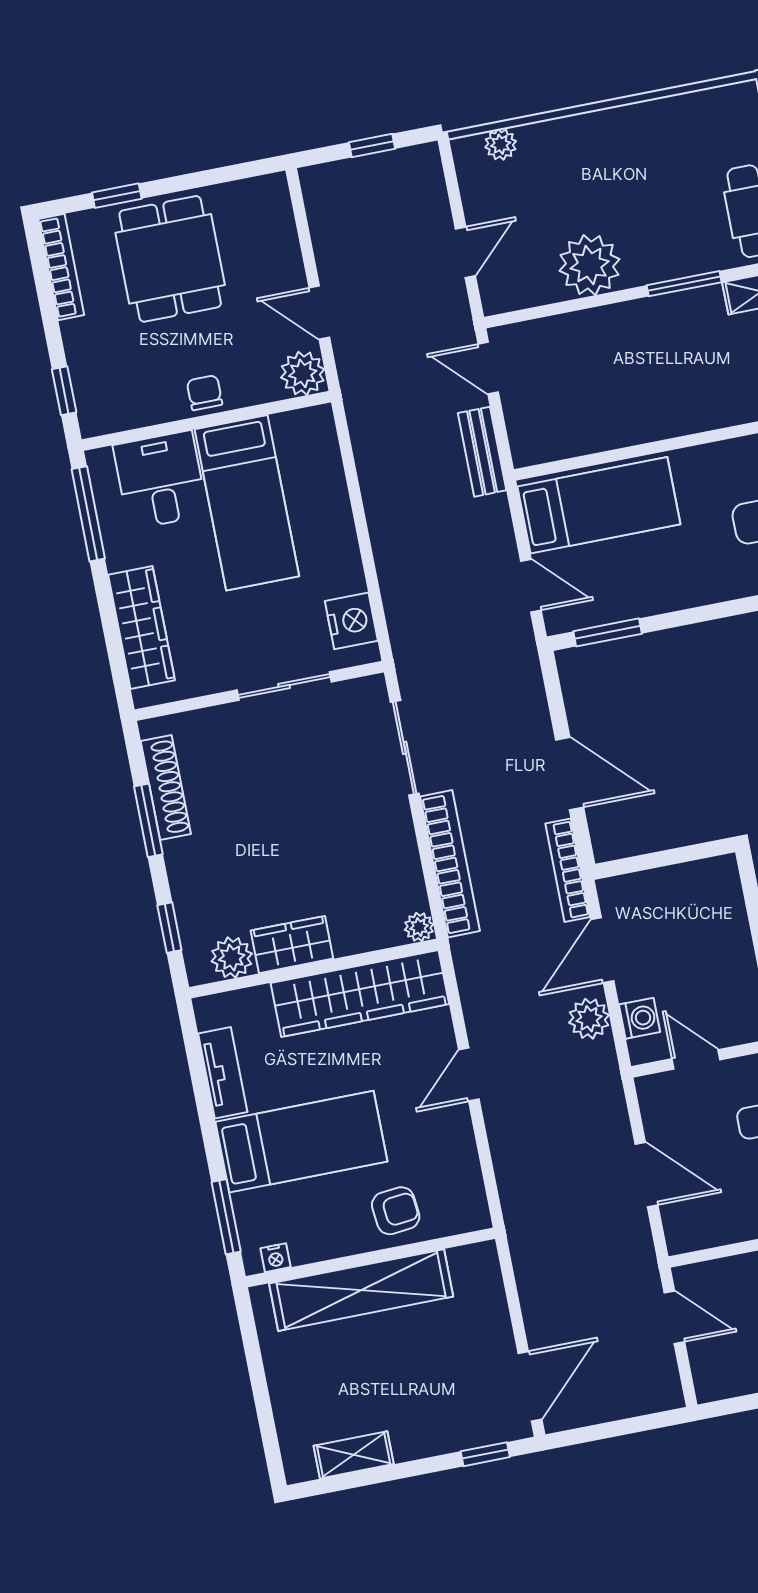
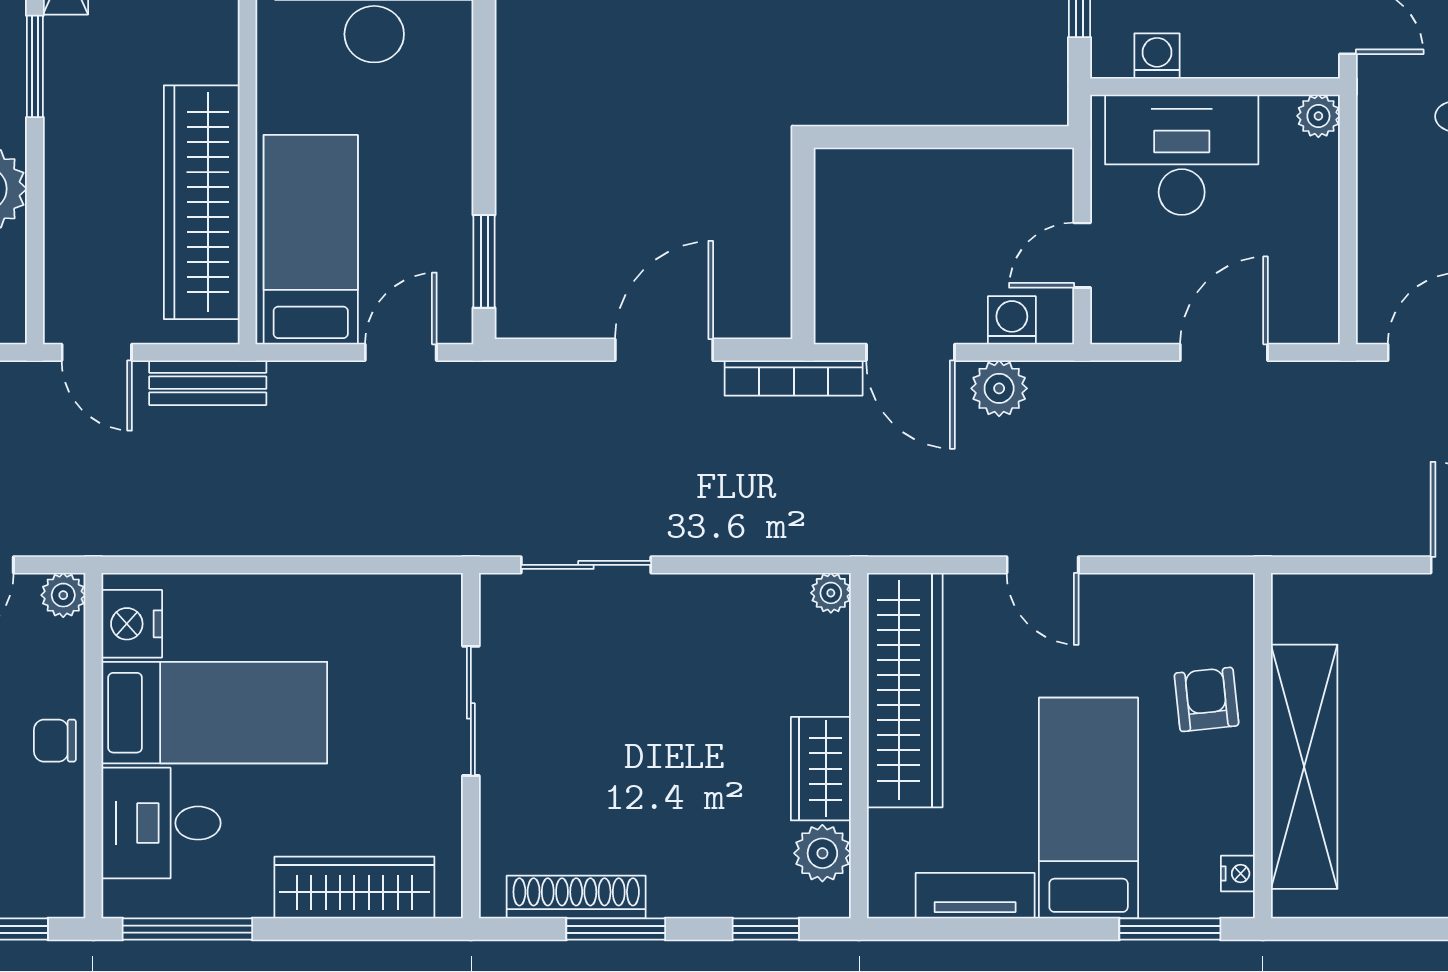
door: (488, 368) -> (97, 352), hinge flipped
plant: (303, 373) -> (63, 595), width x0.73, depth x0.73
wardrobe: (610, 422) -> (202, 202), added
nightstand: (351, 621) -> (132, 624), moved, turned -90
bookcase: (450, 864) -> (754, 535), removed

